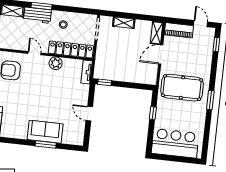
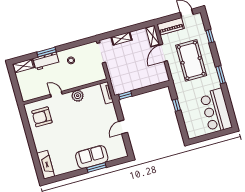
window: (216, 44) -> (210, 36), moved
locker: (71, 49) -> (86, 79), removed
pool table: (182, 88) -> (191, 60), moved, turned 90
door: (89, 114) -> (123, 127), hinge flipped
bar counter: (175, 143) -> (216, 111), moved, turned -90

